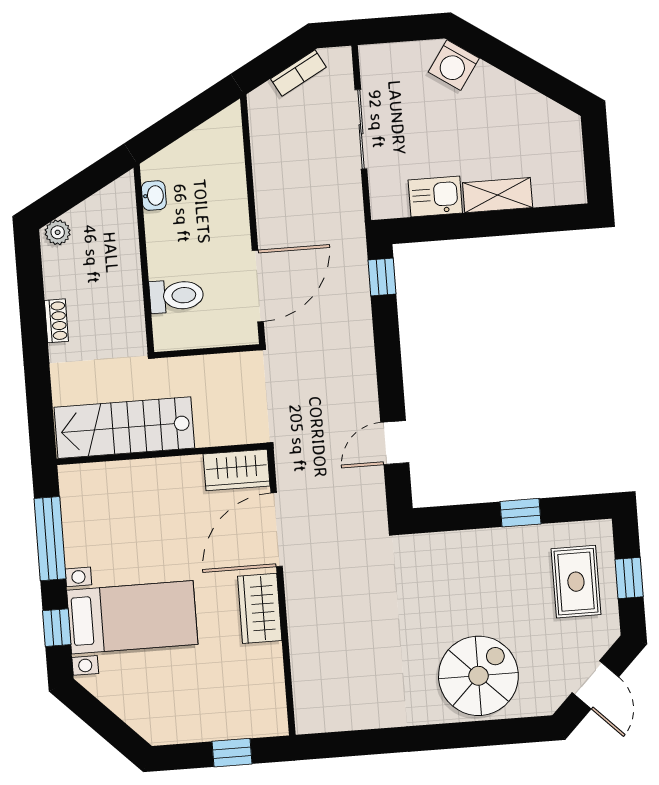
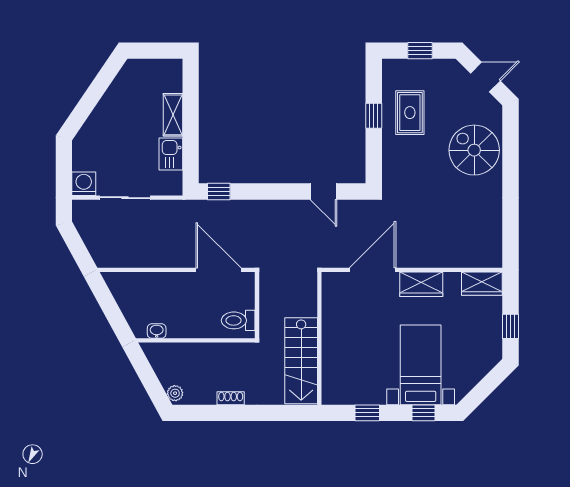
washing machine: (454, 65) -> (84, 184), moved, turned -124
bookcase: (298, 73) -> (87, 234), removed
toilet: (176, 296) -> (238, 320), moved, turned -90
wardrobe: (237, 470) -> (482, 284), moved, turned 90
door: (277, 530) -> (373, 270), swing flipped
window: (50, 539) -> (367, 413), width x0.46
rug: (576, 582) -> (410, 113), moved, turned 90
window: (232, 753) -> (511, 326), moved

